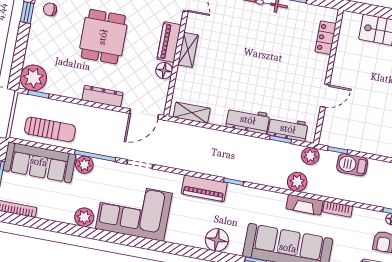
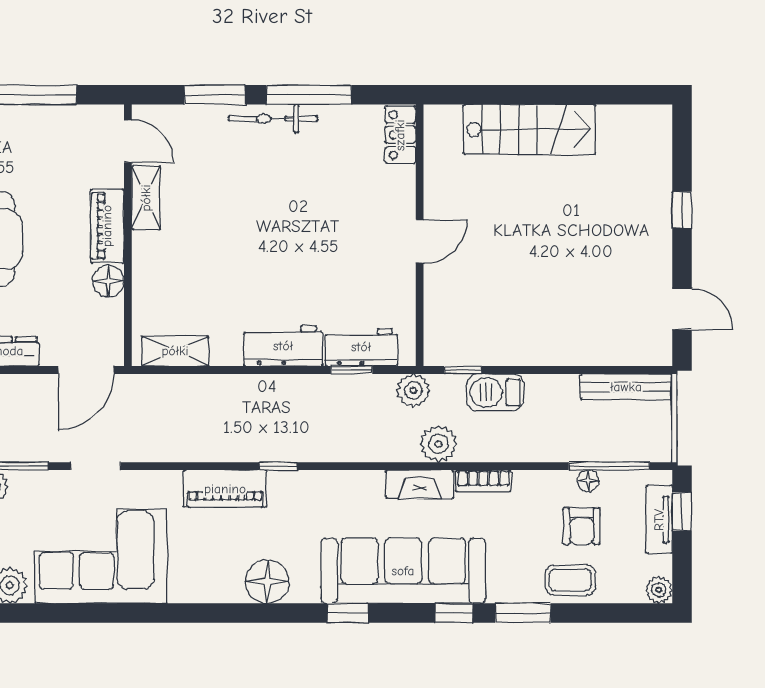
locker: (326, 38) -> (400, 135), moved
shelving: (188, 50) -> (146, 198), moved
door: (325, 96) -> (420, 241), moved
plant: (297, 182) -> (439, 444), moved

